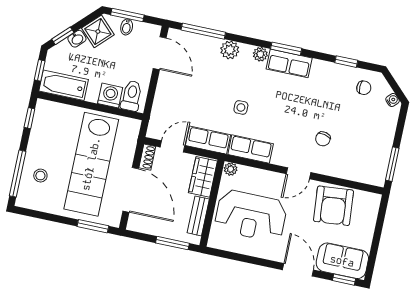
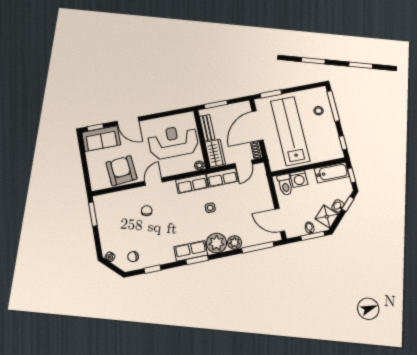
plant: (260, 54) -> (216, 243), width x1.87, depth x1.87
door: (131, 190) -> (258, 126), hinge flipped

